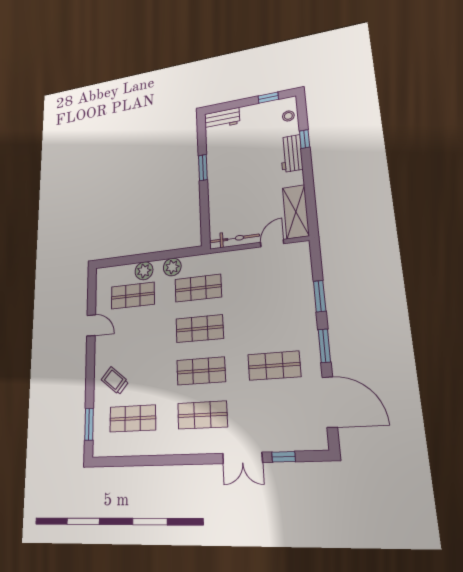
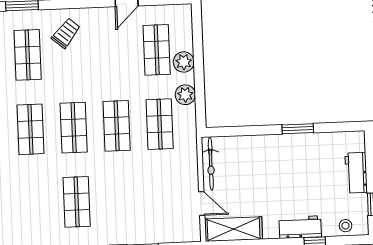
workbench: (222, 119) -> (356, 173), moved

